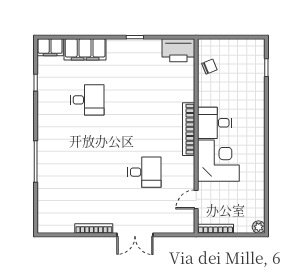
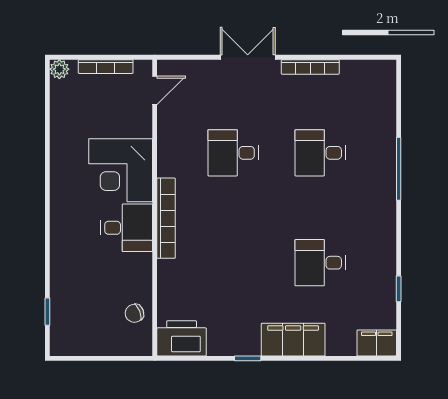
filing cabinet: (85, 49) -> (293, 340), moved
desk: (87, 172) -> (320, 153), added
door: (196, 199) -> (155, 90), moved
bookcase: (215, 229) -> (106, 67), moved

